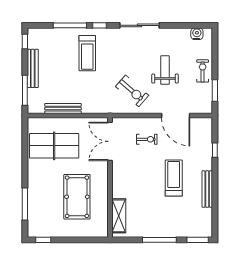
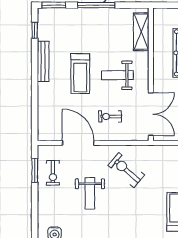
exercise bike: (203, 71) -> (53, 173), moved
window: (215, 150) -> (35, 30), moved
weight bench: (140, 177) -> (117, 75), added

